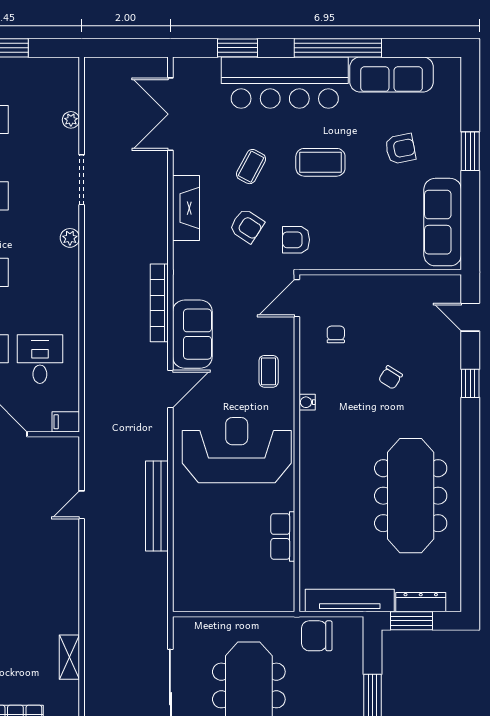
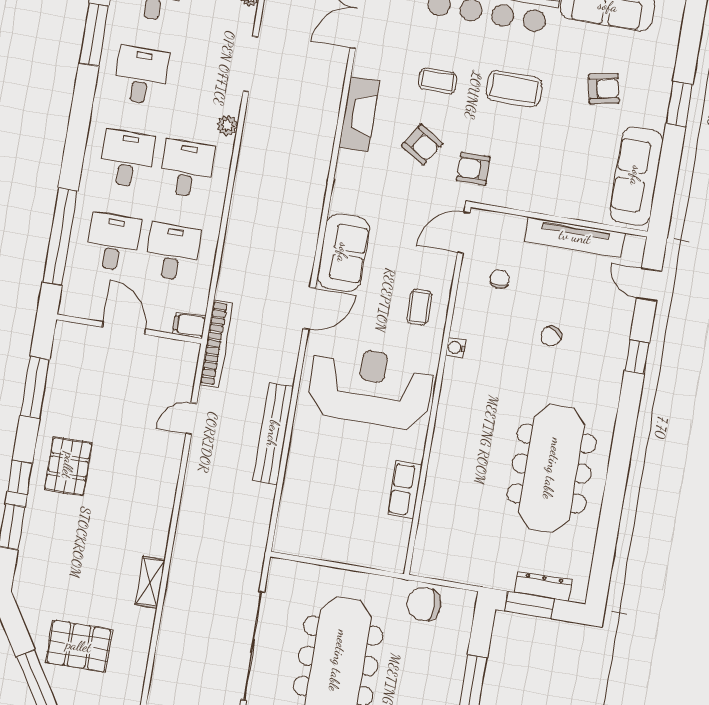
coffee table: (251, 167) -> (438, 81), turned 62
desk: (40, 283) -> (186, 169), added
bookcase: (159, 303) -> (216, 344), moved, turned 180
tv unit: (350, 600) -> (575, 237), moved, turned 180

